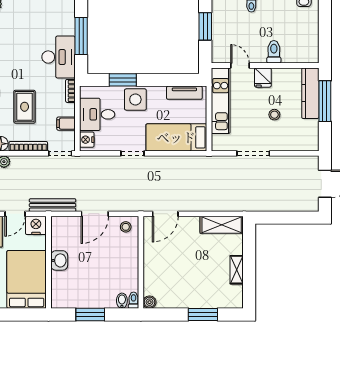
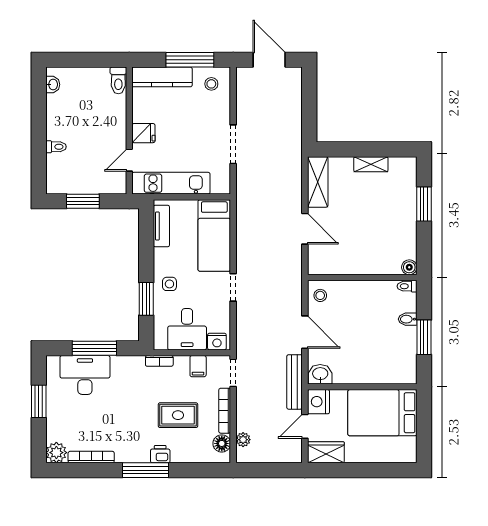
toilet: (274, 52) -> (118, 80), moved, turned -90
desk: (58, 57) -> (85, 375), moved
side table: (135, 99) -> (169, 284), width x0.54, depth x0.54
window: (325, 101) -> (190, 60), moved
stool: (274, 115) -> (211, 84), moved
door: (15, 214) -> (305, 426), swing flipped
door: (165, 214) -> (305, 229), moved
washbasin: (59, 260) -> (320, 374), moved
bidet: (122, 301) -> (408, 319), moved

